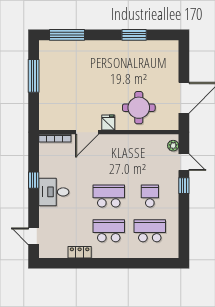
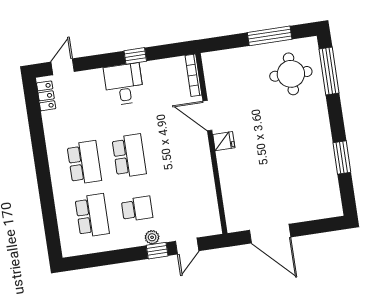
round table: (139, 108) -> (291, 74), moved
plant: (173, 146) -> (152, 237), moved
locker: (80, 252) -> (46, 96), moved

